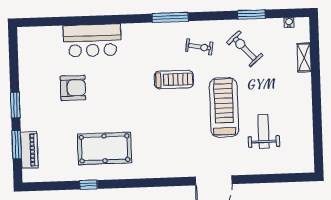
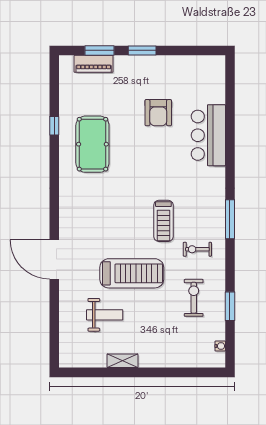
exercise bike: (199, 47) -> (197, 249), turned 80
exercise bike: (245, 49) -> (194, 298), turned -48
shelving: (304, 58) -> (122, 361), moved

